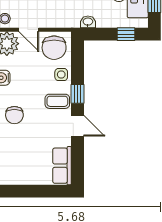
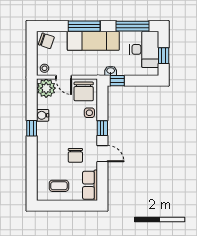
window: (126, 34) -> (117, 81), moved
coffee table: (57, 101) -> (59, 186), moved
chair: (14, 115) -> (75, 155), moved

